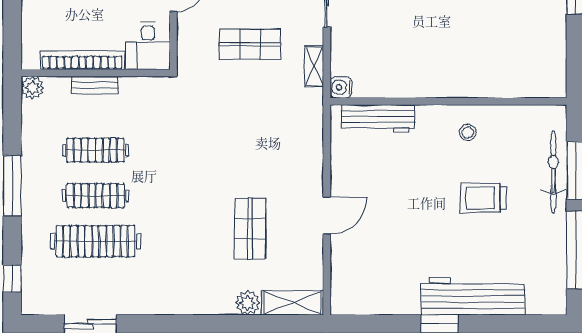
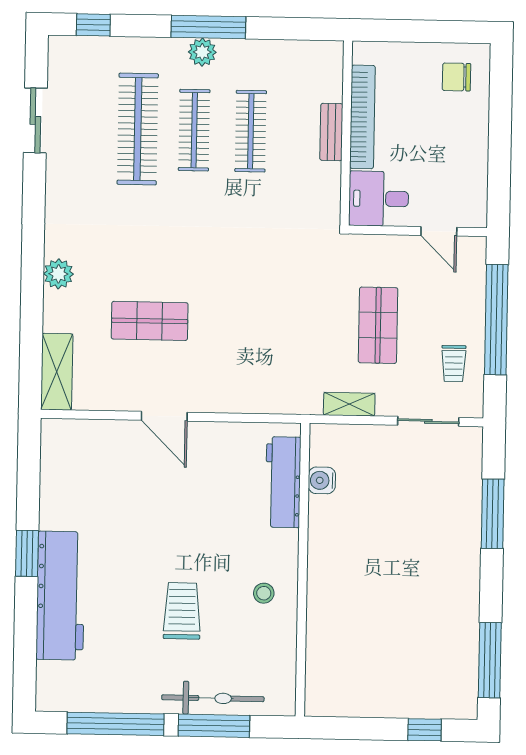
water cooler: (341, 87) -> (322, 480), moved, turned -90
plant: (32, 88) -> (202, 52), moved
plant: (248, 303) -> (58, 274), moved

